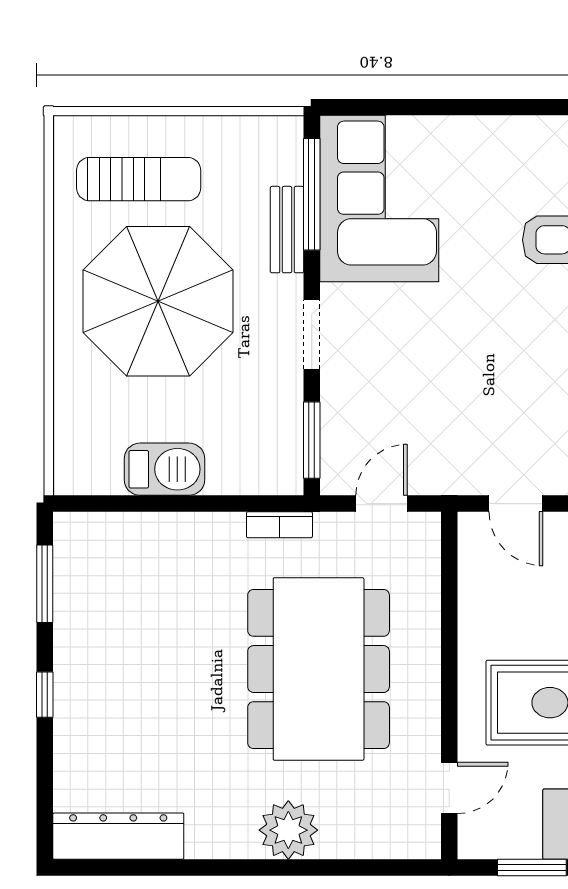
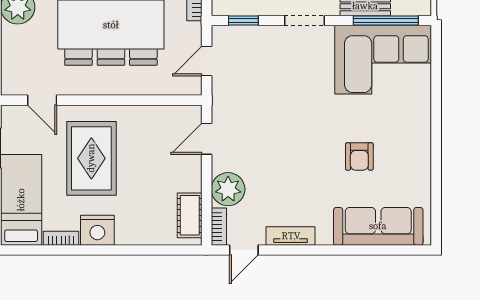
window: (312, 440) -> (243, 21), width x0.67
door: (382, 504) -> (207, 61), swing flipped

